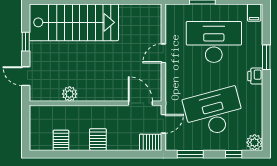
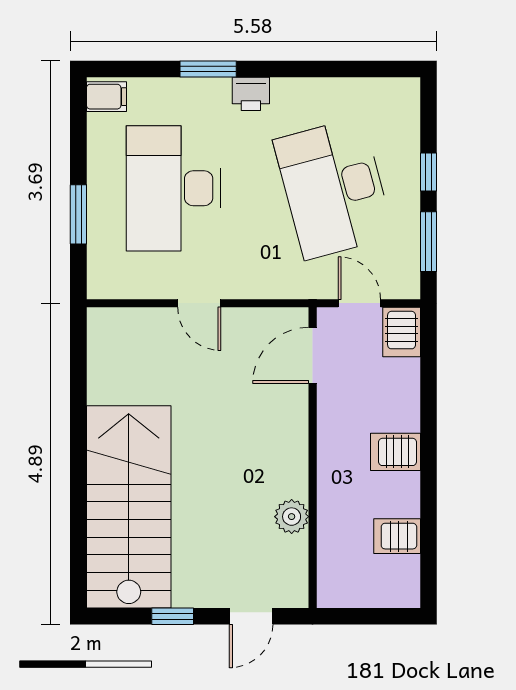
plant: (255, 142) -> (402, 96), removed
window: (234, 154) -> (429, 172), moved

